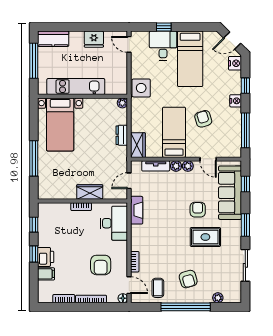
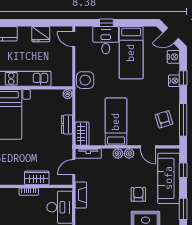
nightstand: (236, 101) -> (174, 81), moved
armchair: (203, 119) -> (164, 119), moved
tv unit: (156, 166) -> (88, 153), moved

